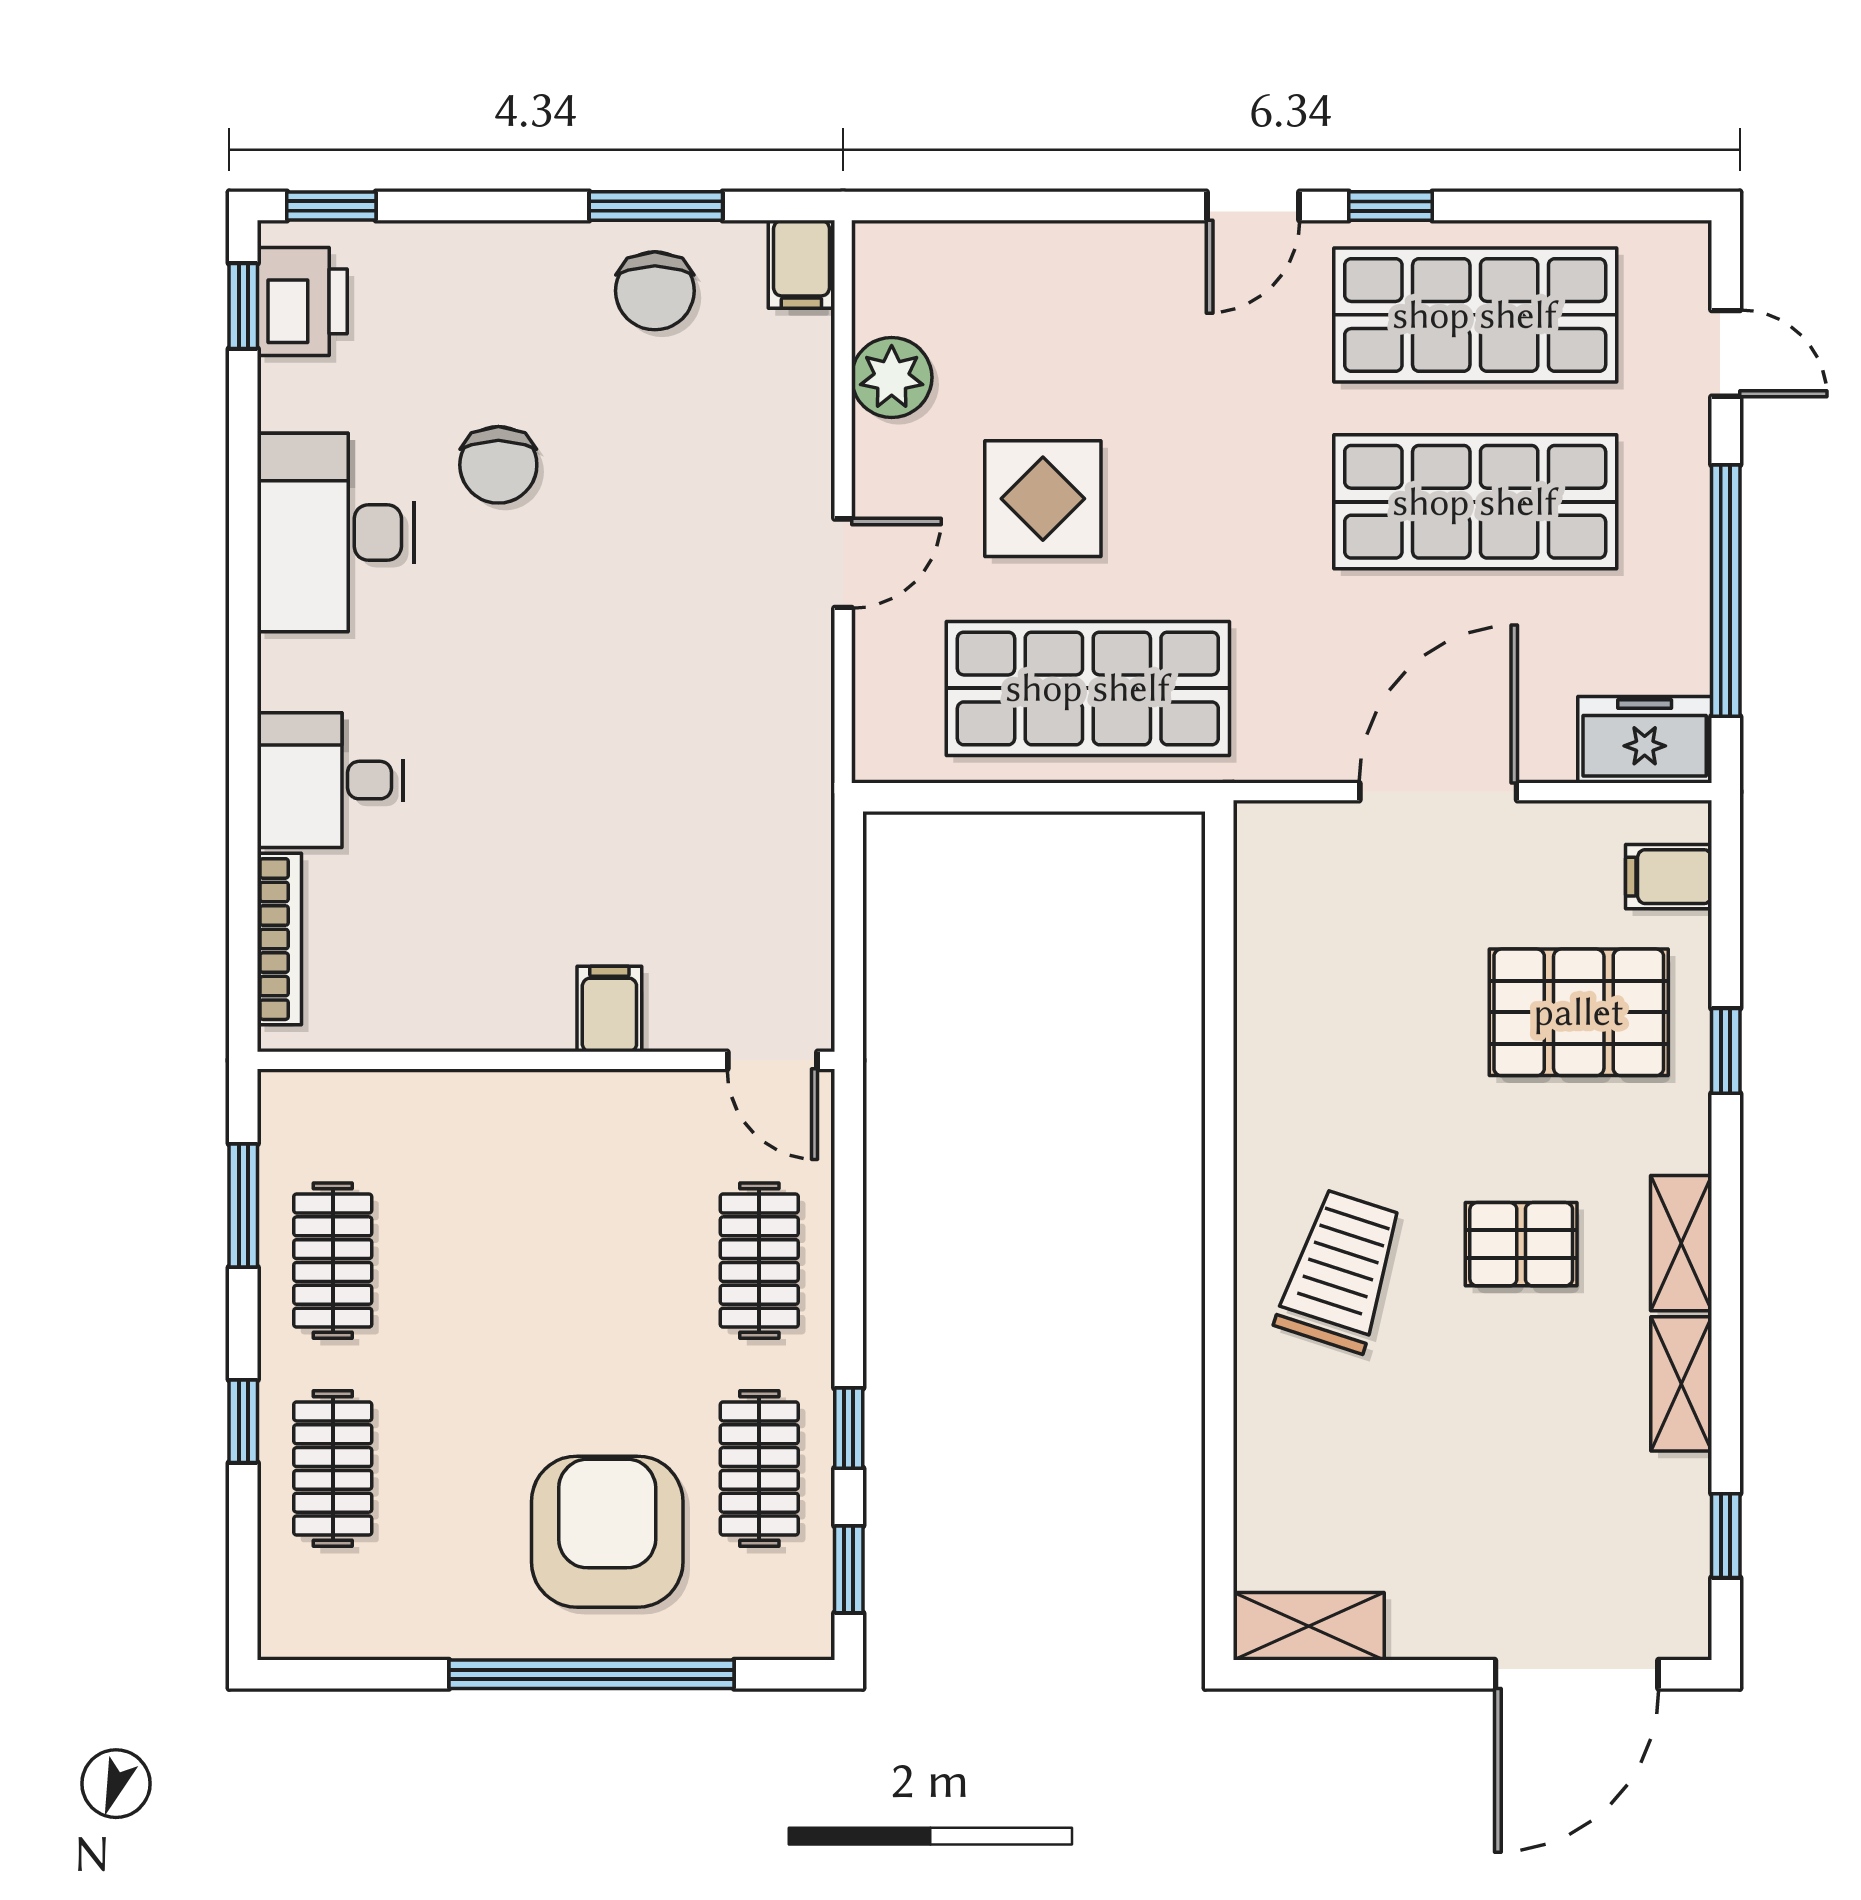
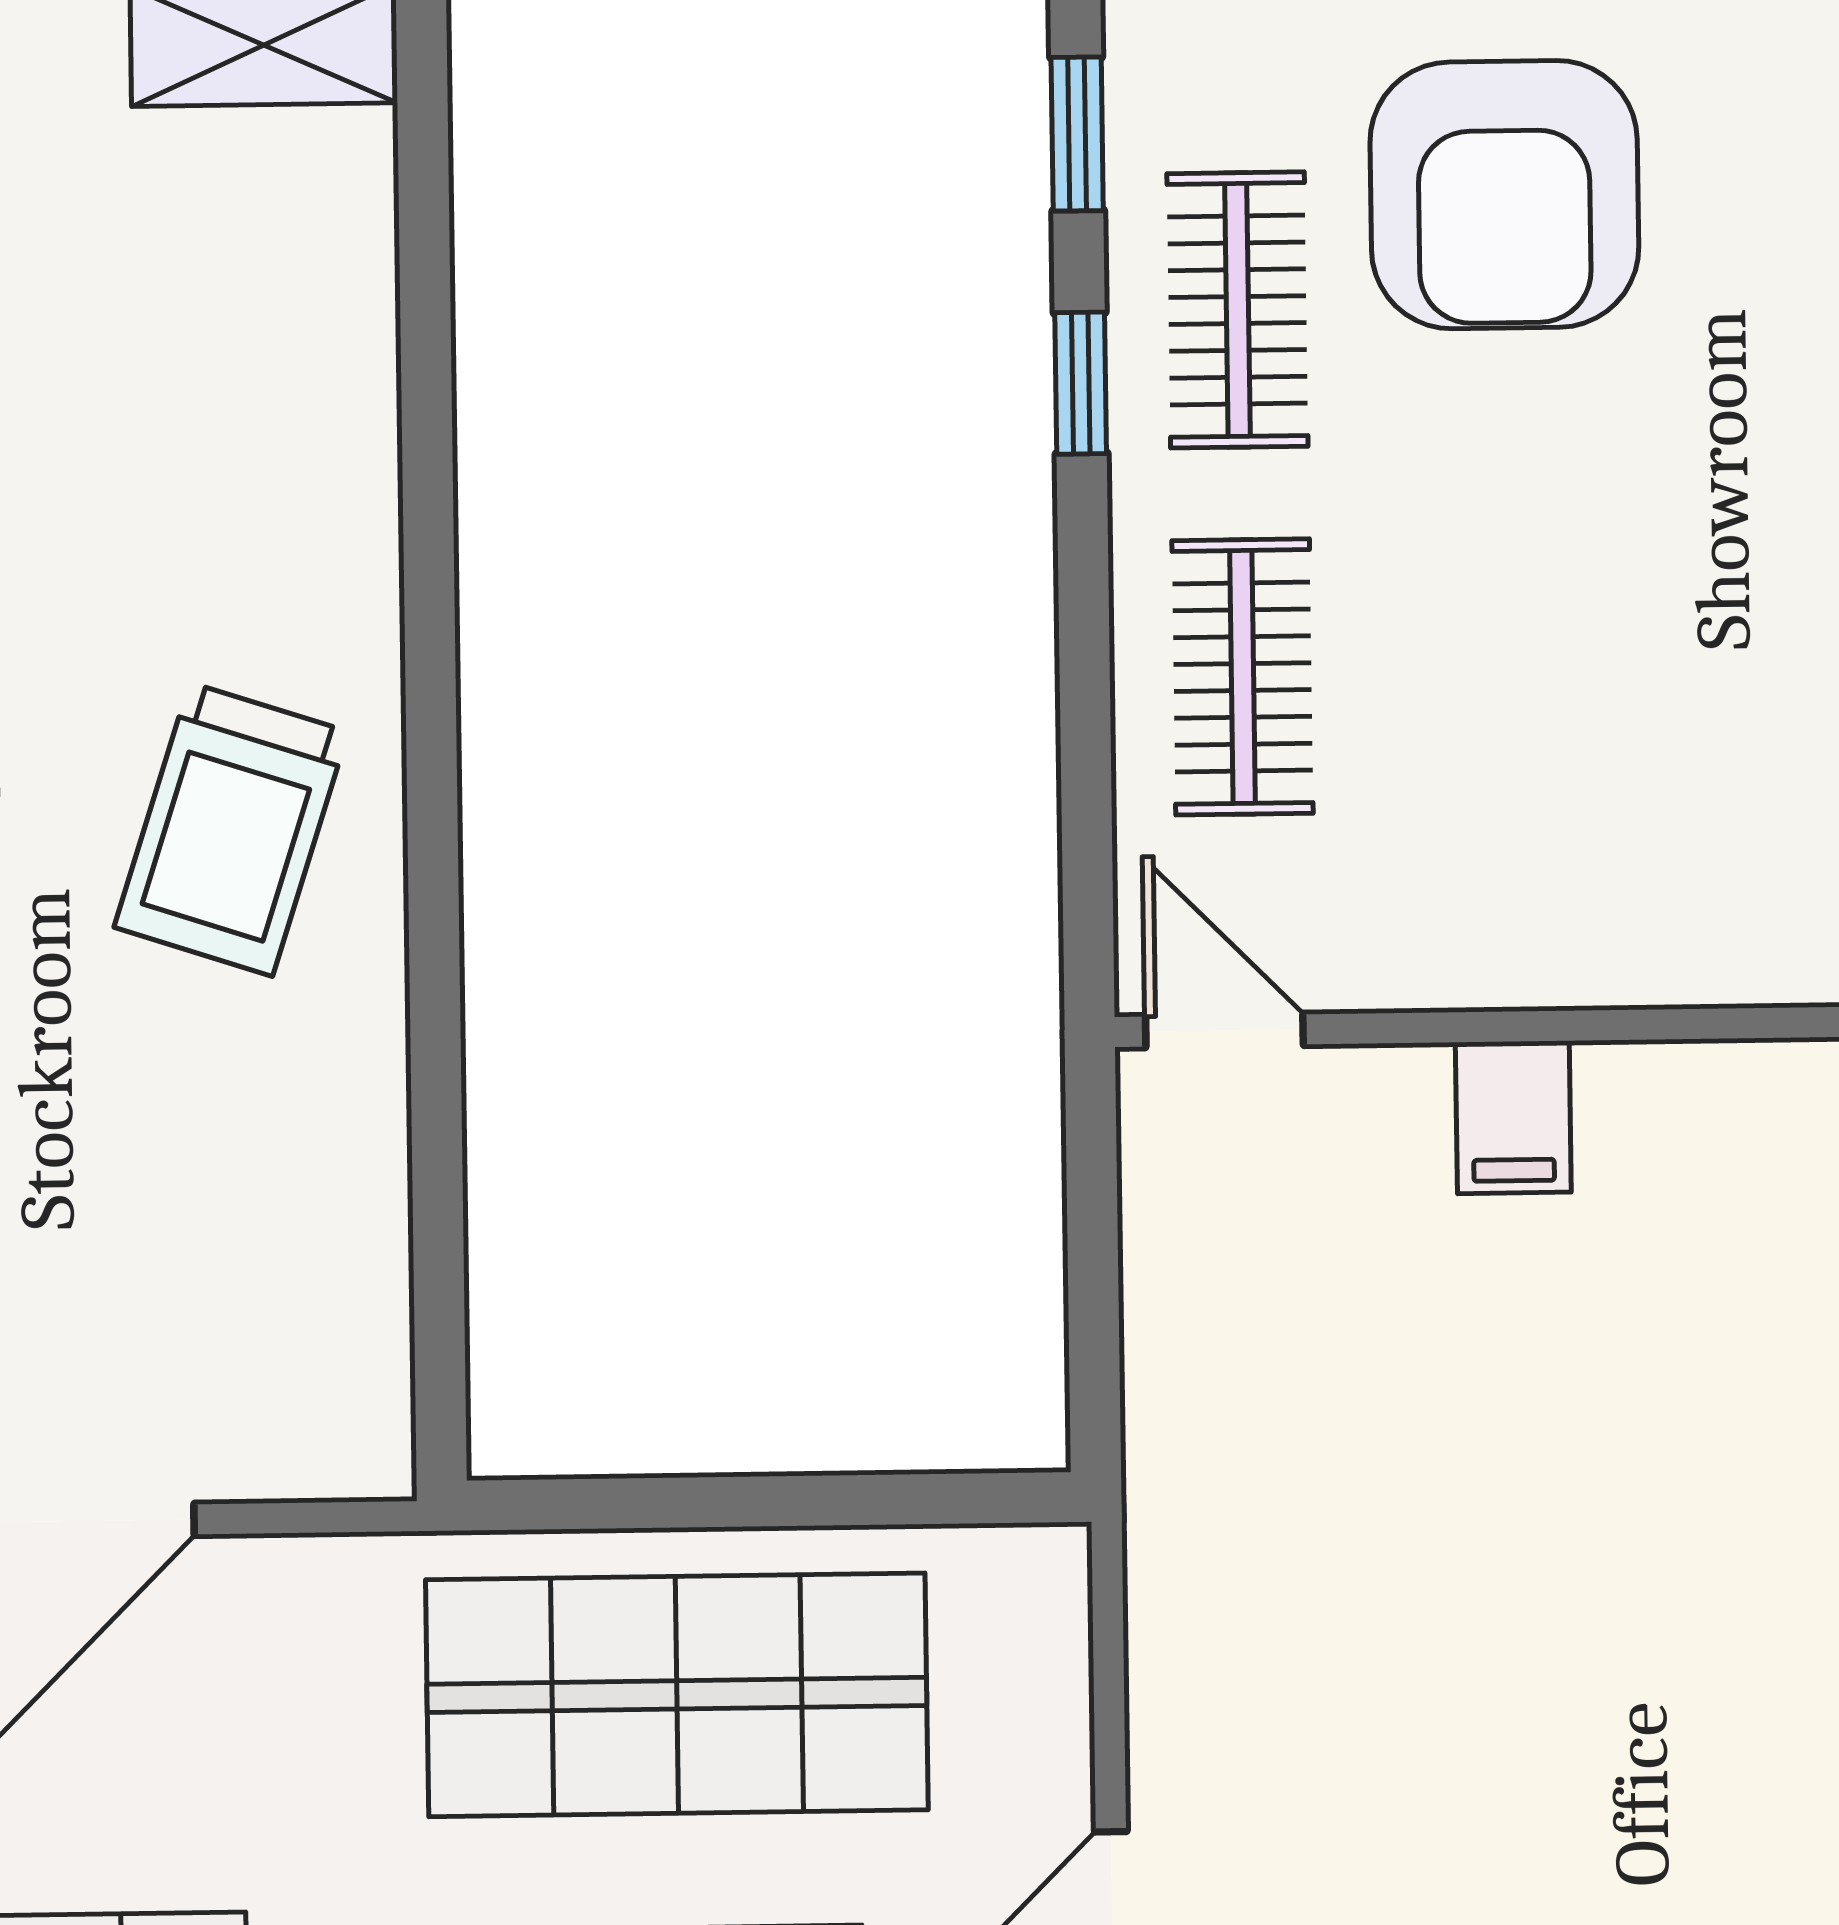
trolley: (1340, 1271) -> (231, 829), moved

